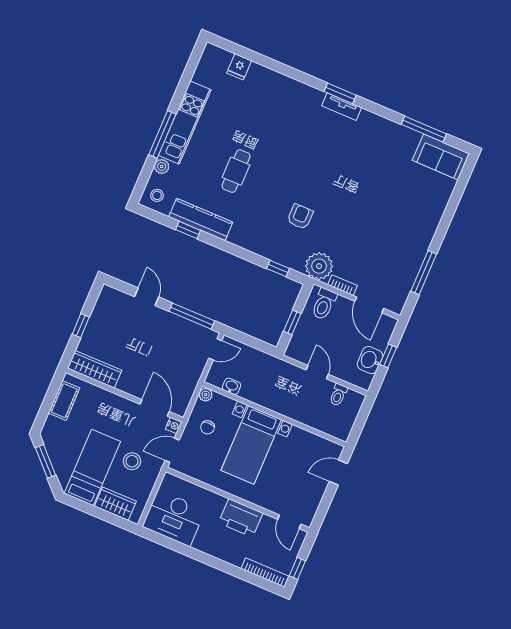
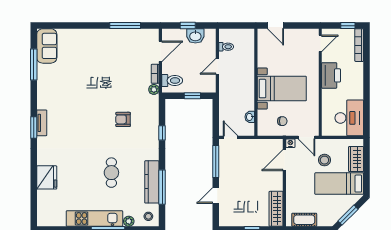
fridge: (239, 67) -> (47, 177), moved, width x1.88, depth x1.34
cafe table: (236, 171) -> (111, 173), turned 90
window: (188, 230) -> (162, 187), width x2.17
plant: (319, 266) -> (154, 89), width x0.53, depth x0.53
window: (278, 268) -> (162, 133), moved
plant: (206, 395) -> (262, 131), removed

